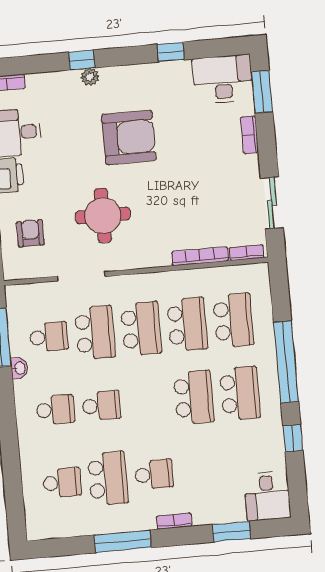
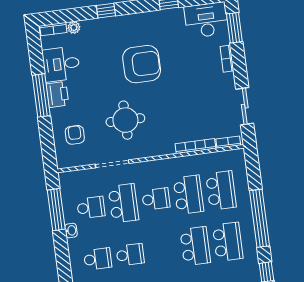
plant: (90, 77) -> (74, 27), moved
school desk: (141, 329) -> (156, 199), width x0.54

